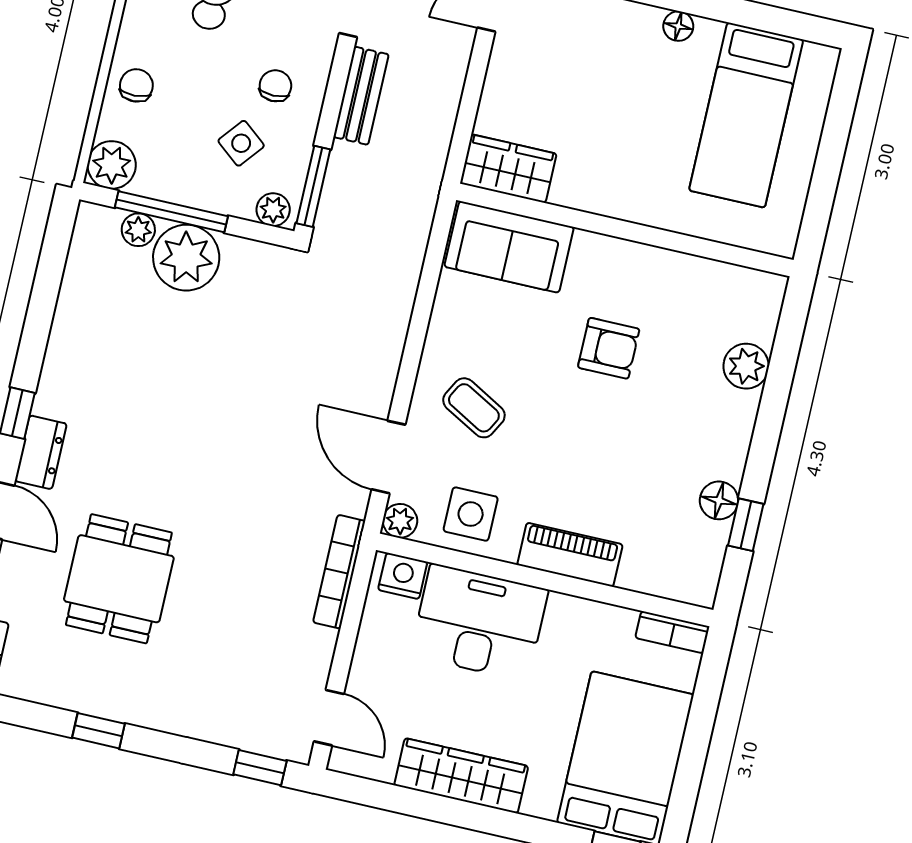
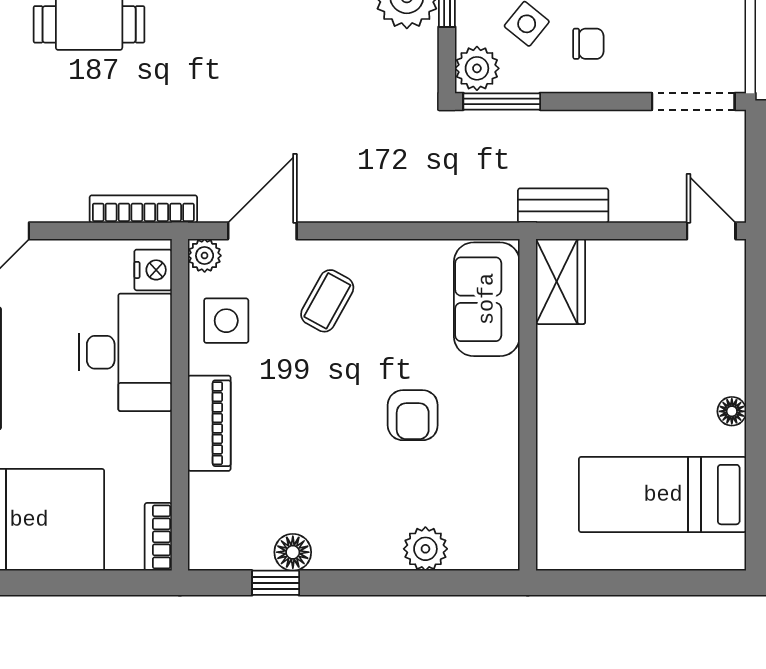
bench: (361, 96) -> (563, 206), moved
plant: (273, 210) -> (477, 68), width x1.38, depth x1.38

